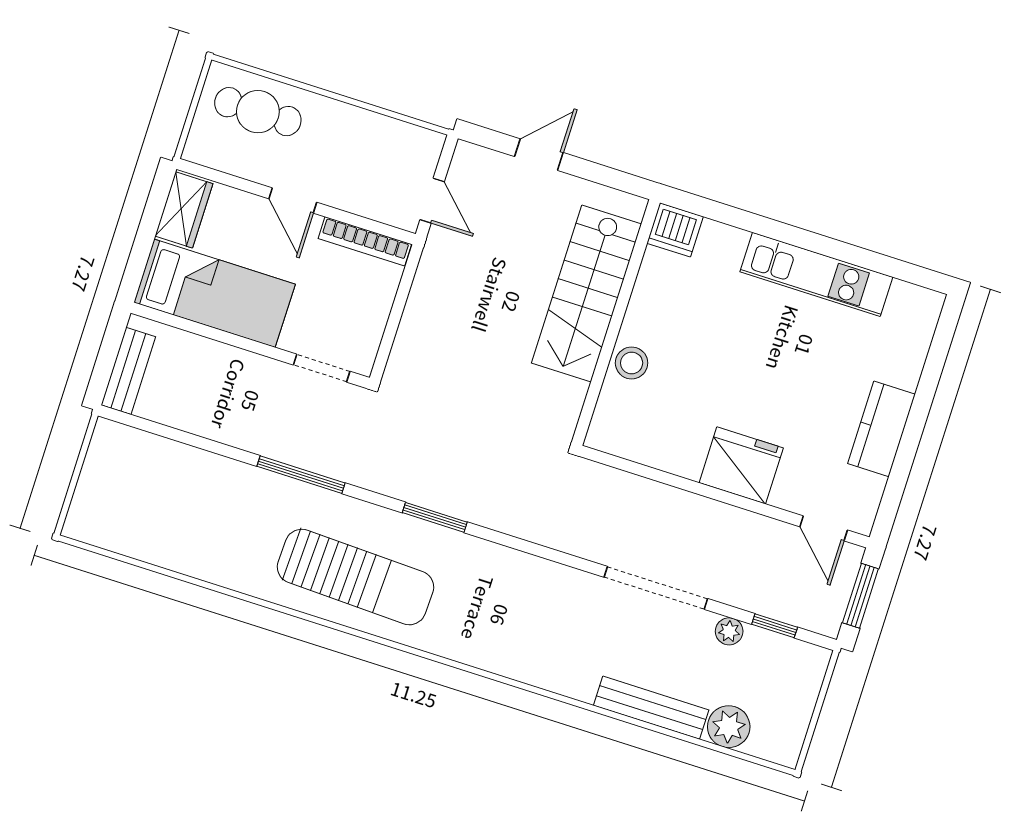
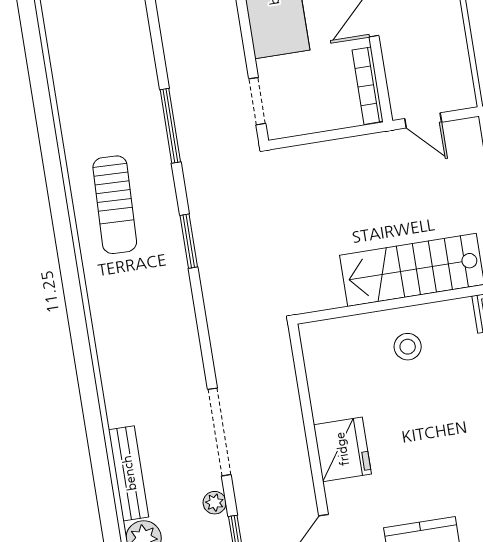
door: (432, 201) -> (423, 120), hinge flipped
stool: (632, 363) -> (408, 347), moved
sun lounger: (355, 577) -> (115, 205), width x0.73, depth x0.75

